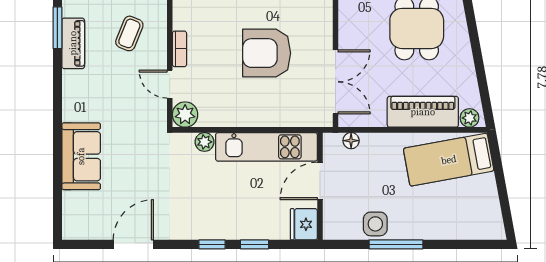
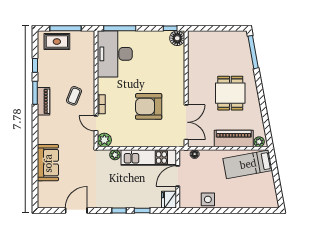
window: (396, 244) -> (219, 211), removed

